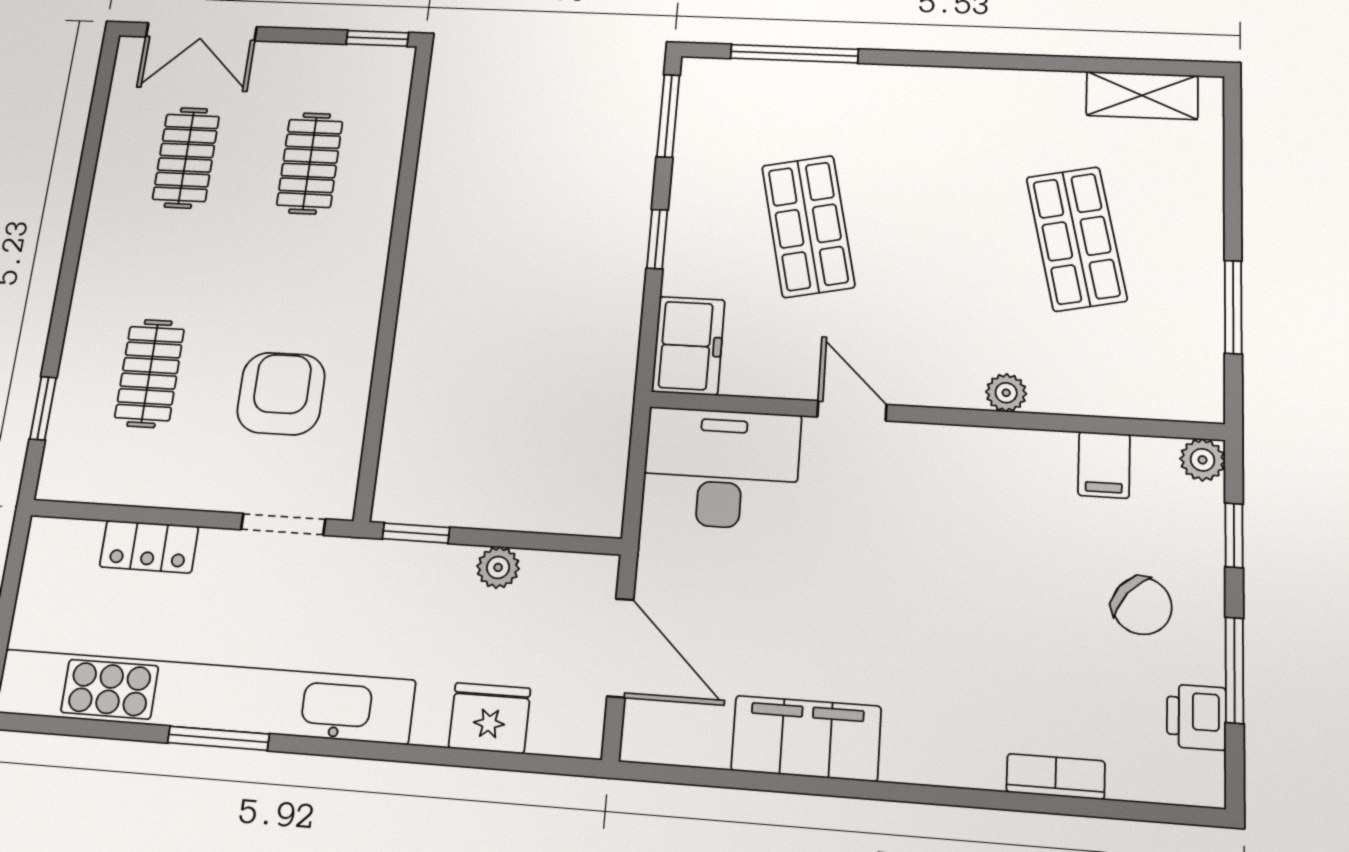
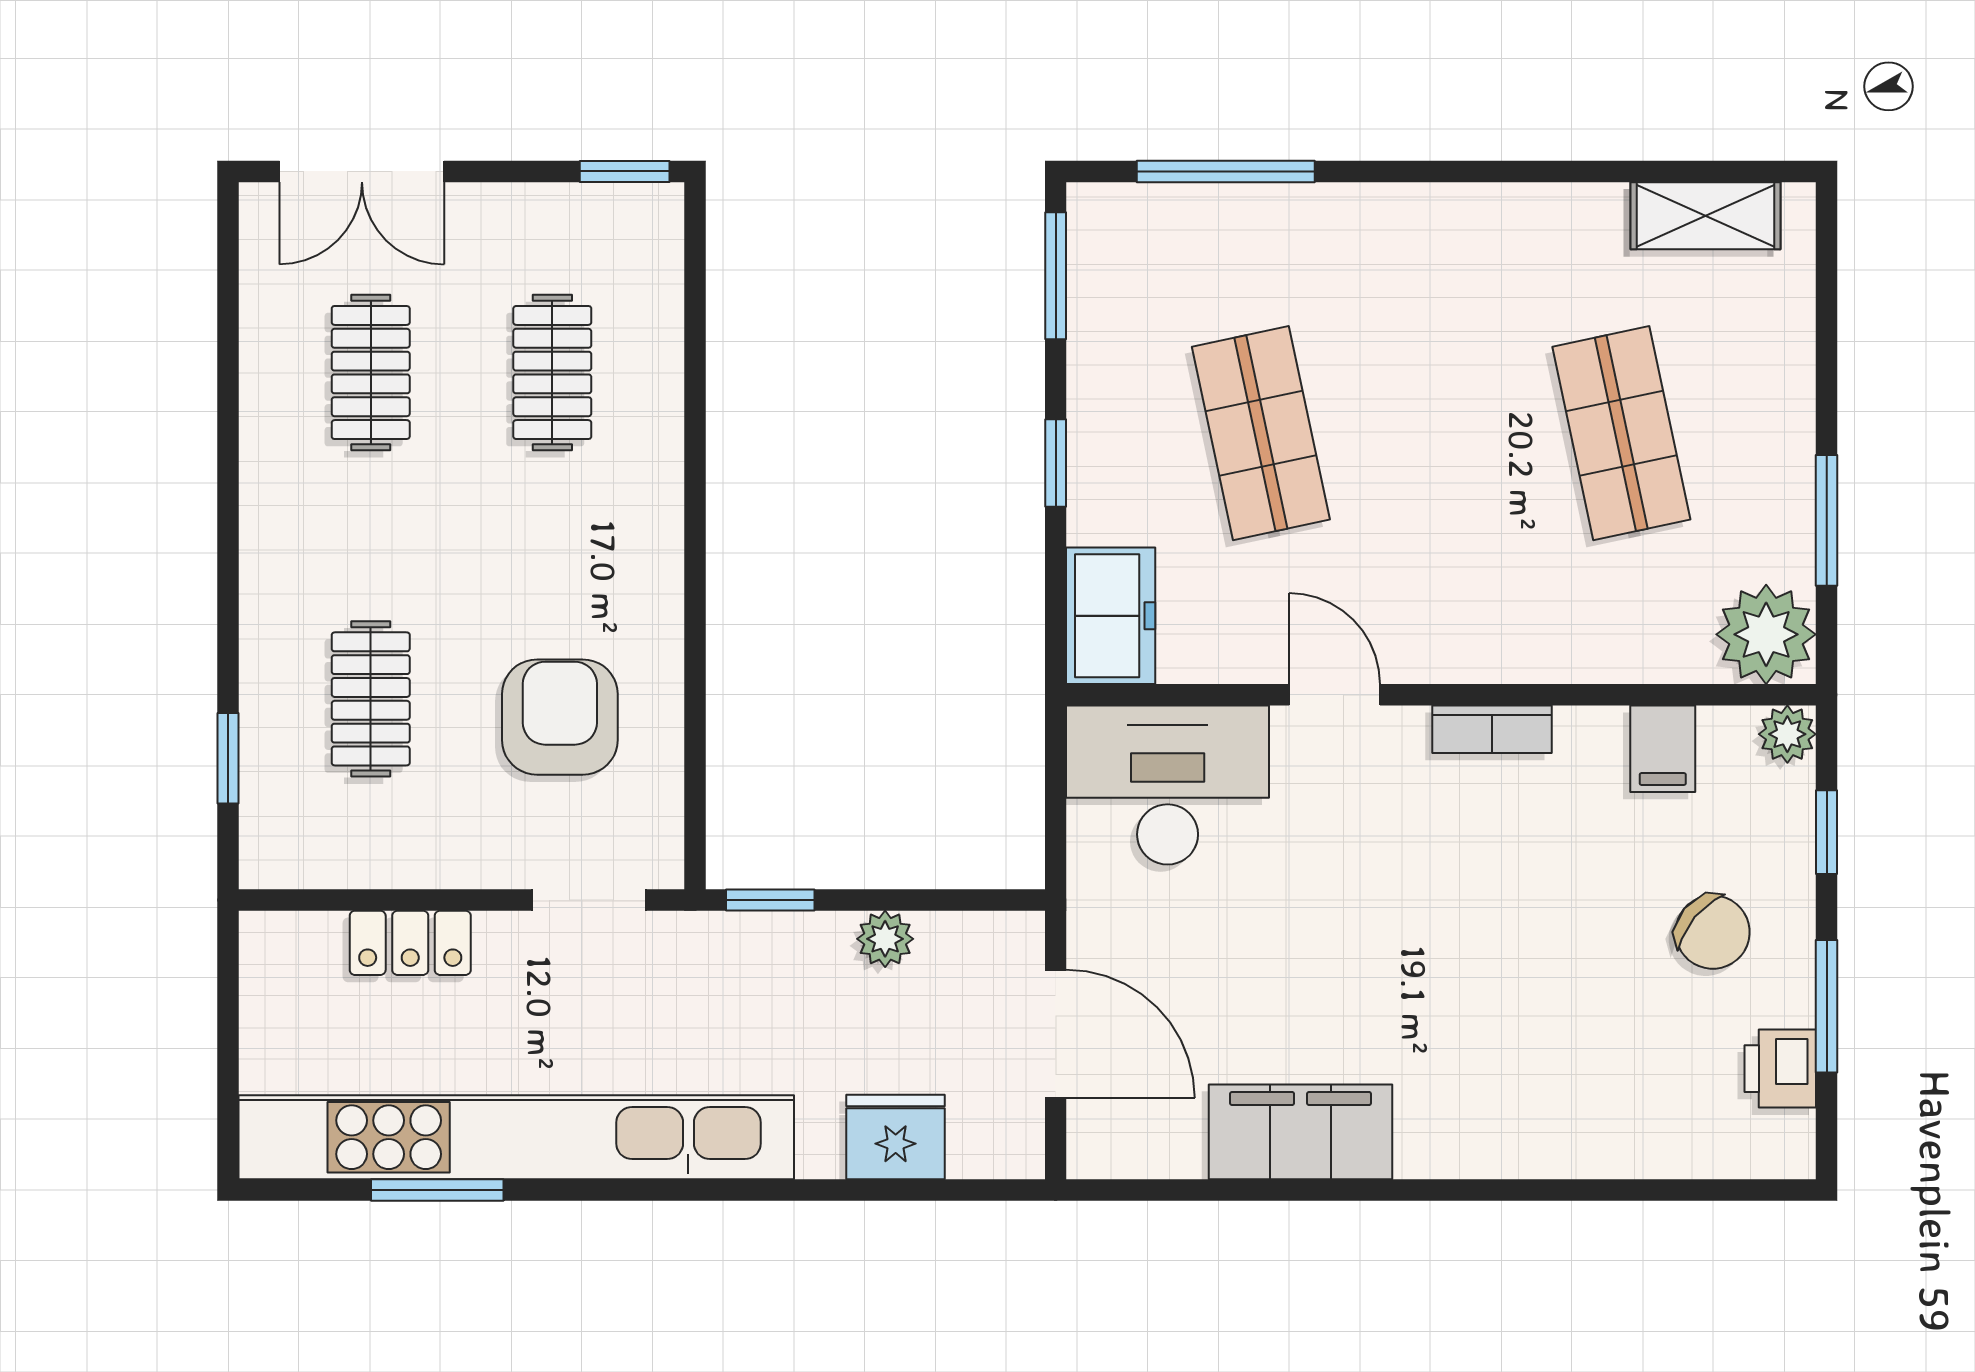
plant: (1006, 393) -> (1766, 634), moved, width x1.88, depth x1.88
window: (218, 738) -> (437, 1190), moved
bookcase: (1056, 777) -> (1492, 729), moved, turned 180

